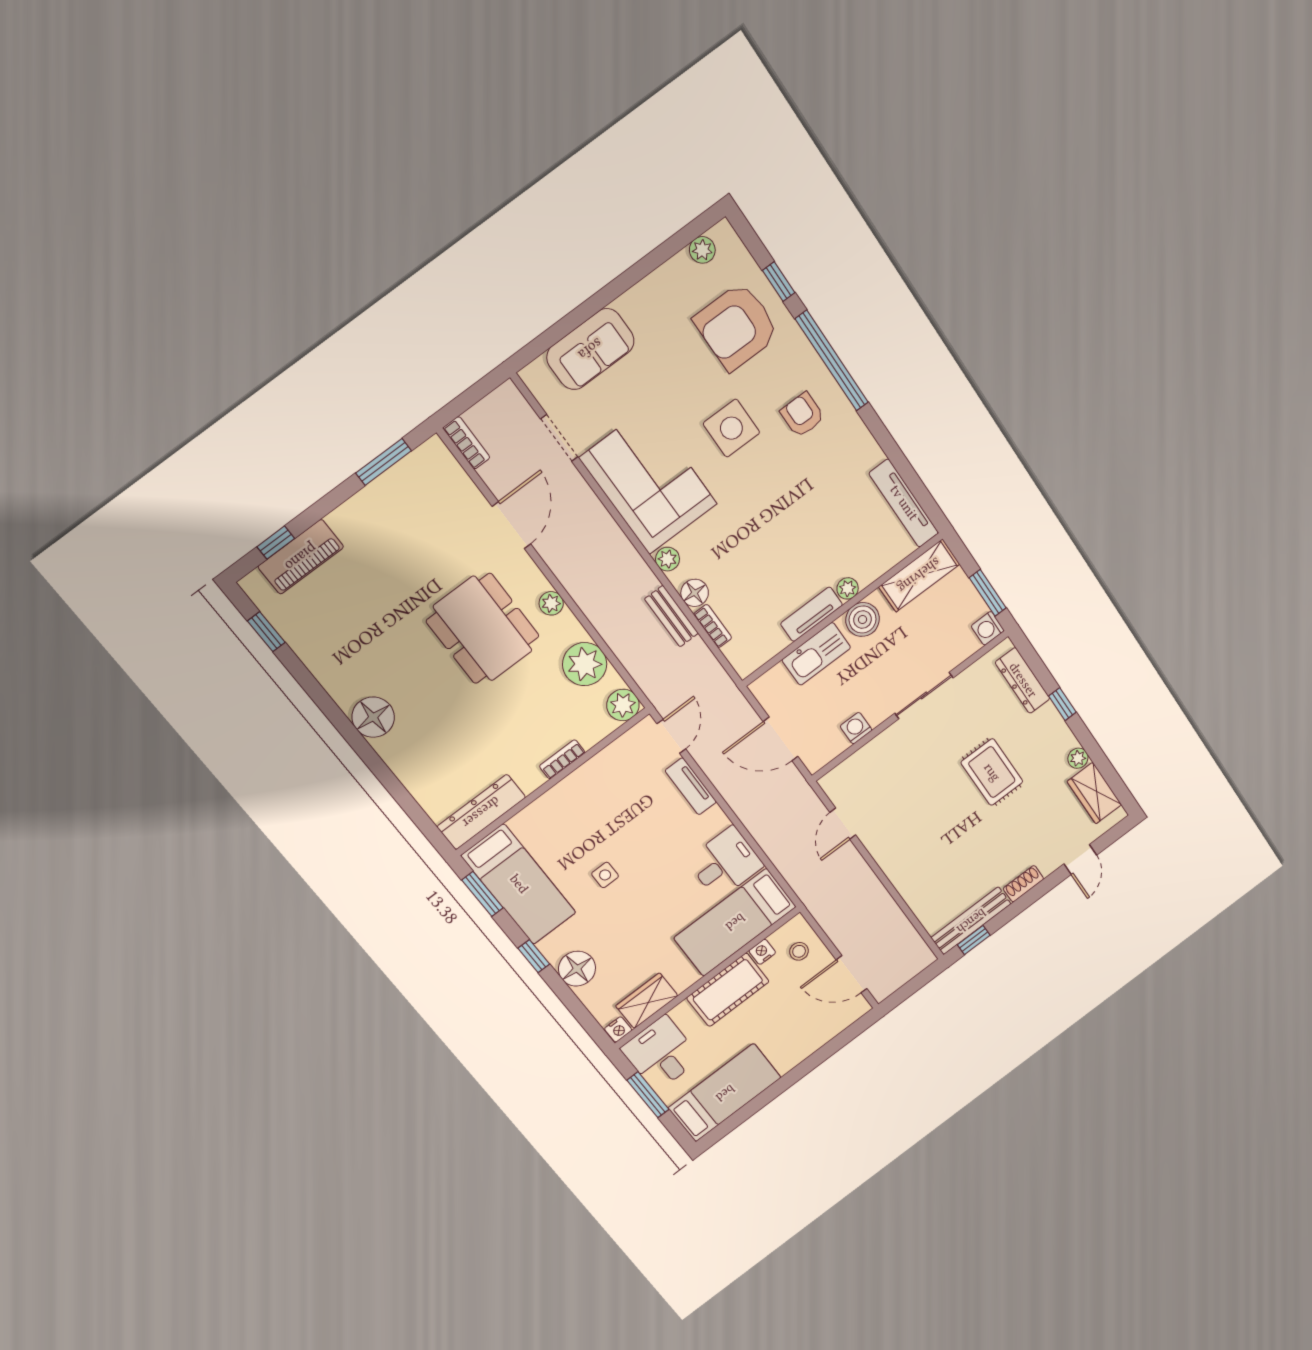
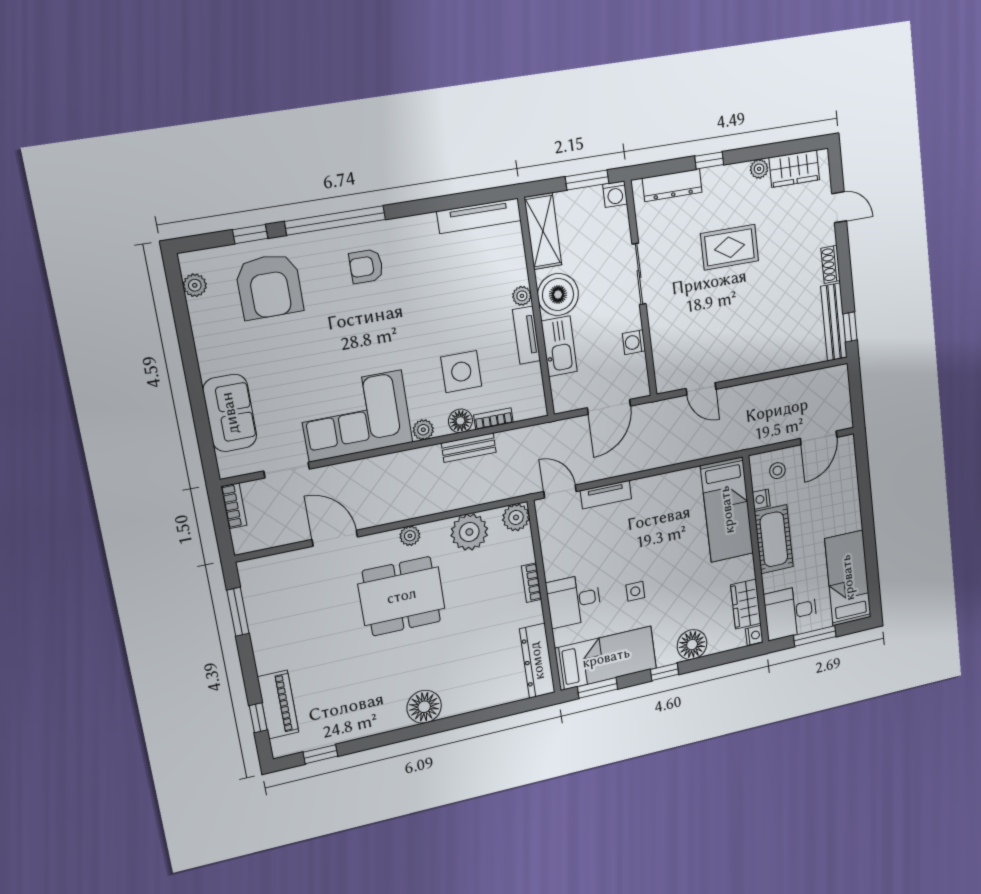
side table: (731, 428) -> (461, 372), moved
bookcase: (467, 443) -> (234, 506), moved, turned 90
boiler: (863, 619) -> (558, 295), width x1.37, depth x1.37
desk: (725, 863) -> (574, 600), moved, turned -90

